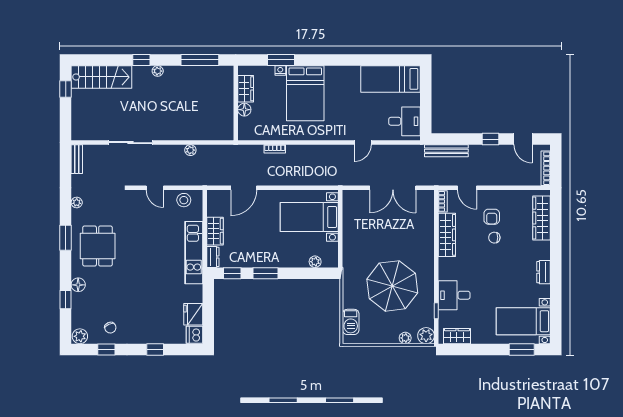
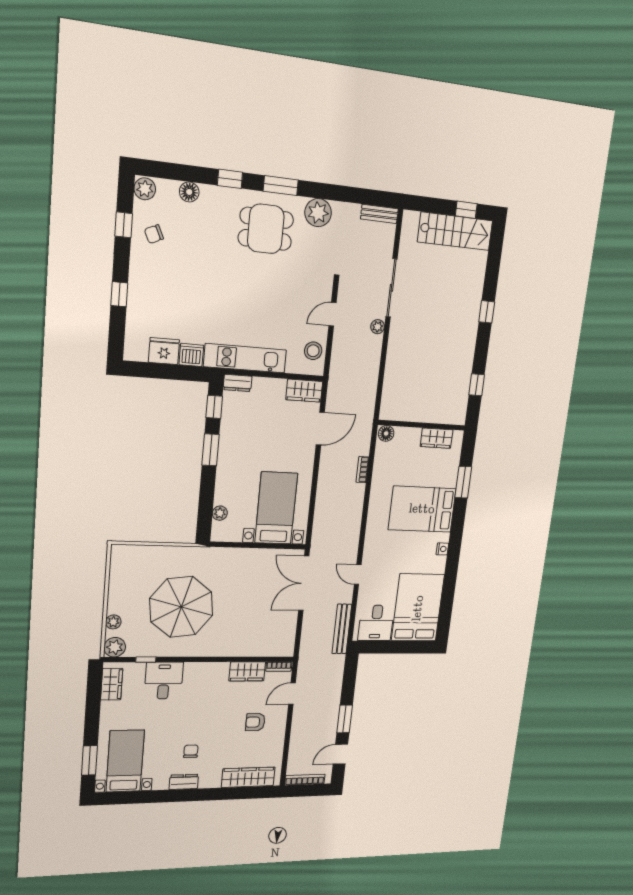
window: (200, 60) -> (477, 385), width x0.46
plant: (158, 71) -> (471, 331), removed
nightstand: (280, 71) -> (442, 549), moved
stairs: (101, 77) -> (455, 231), moved, turned -90
bed: (390, 79) -> (418, 608), width x1.50
floor lamp: (244, 110) -> (386, 433), moved
window: (490, 139) -> (345, 719), width x1.50
plant: (190, 150) -> (378, 327), moved
bench: (446, 151) -> (342, 629), moved
door: (244, 188) -> (320, 429), swing flipped
double door: (393, 188) -> (304, 583), moved
plant: (77, 203) -> (318, 213), width x1.87, depth x1.87
wardrobe: (215, 231) -> (304, 391), moved
wardrobe: (447, 235) -> (247, 671), width x0.67
chair: (494, 238) -> (191, 751), moved
floor lamp: (78, 285) -> (189, 192), moved
window: (66, 300) -> (230, 179), moved
barbecue: (351, 322) -> (139, 555), removed
dishwasher: (195, 335) -> (191, 355), moved

